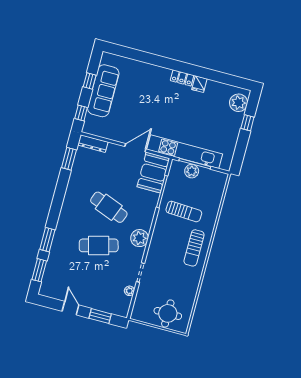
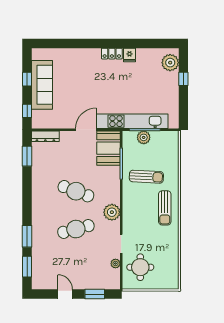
round table: (168, 313) -> (140, 267), moved

